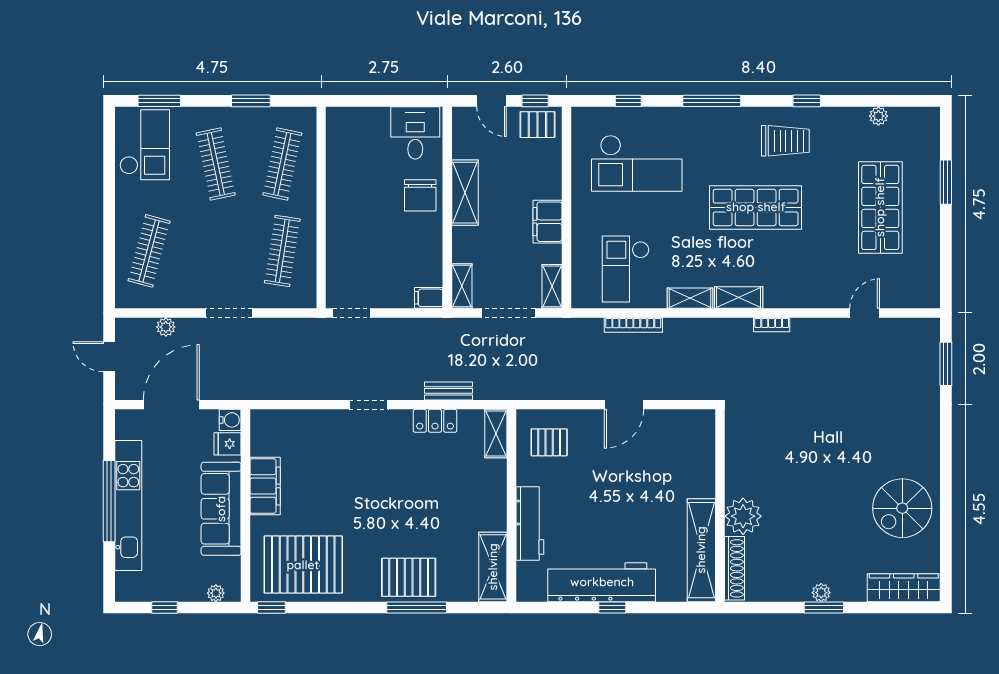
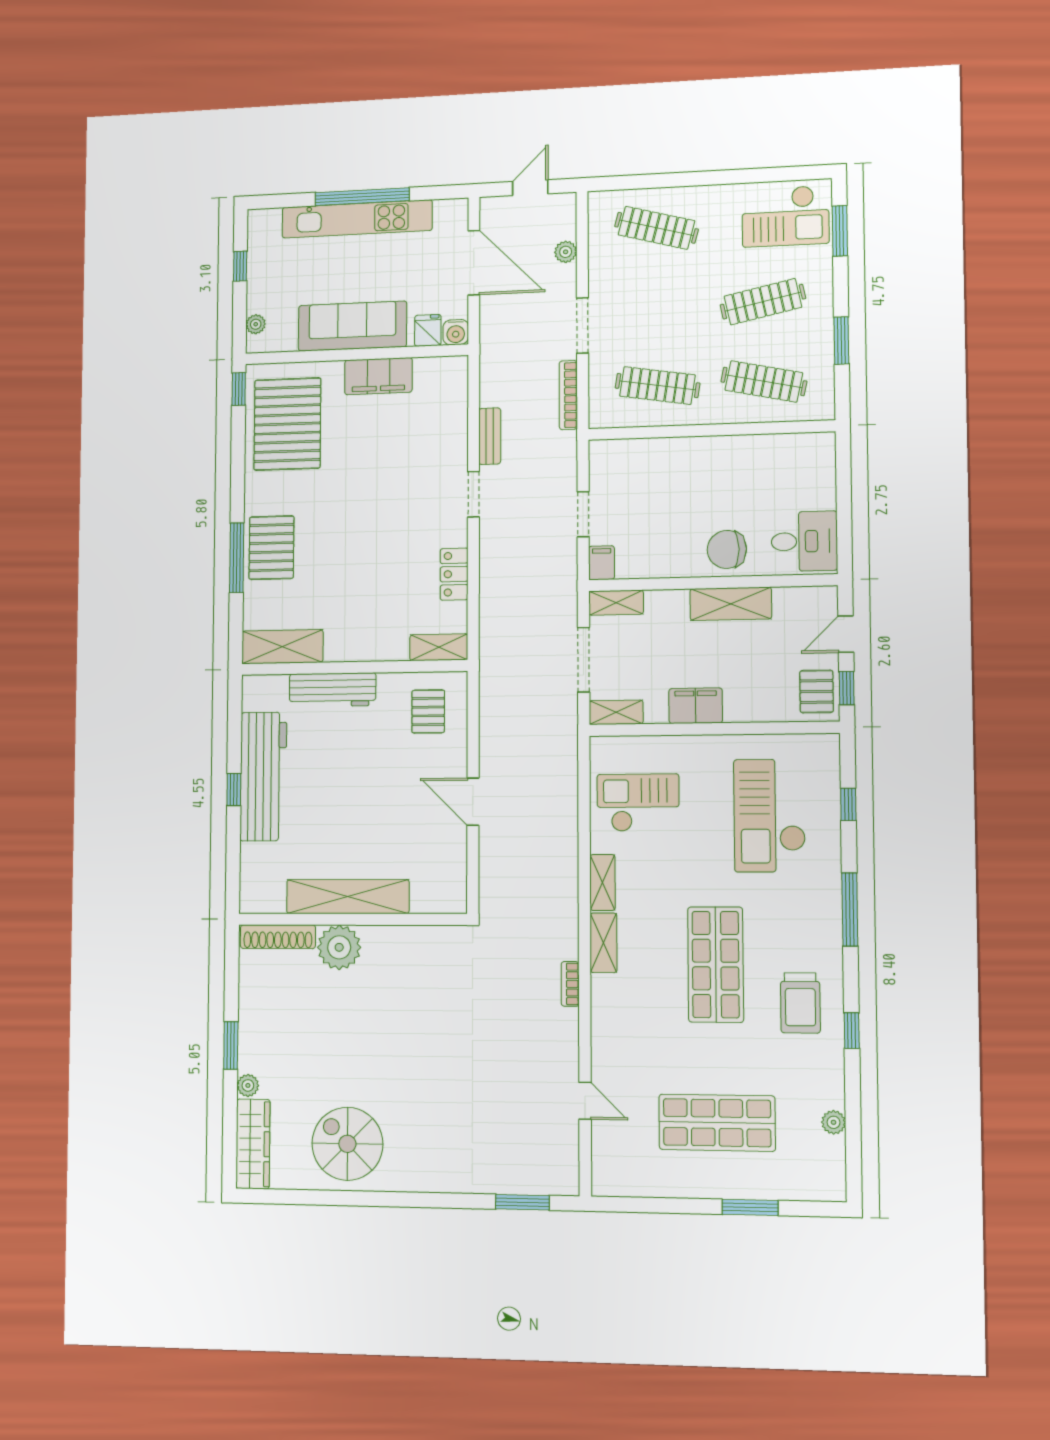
doorway: (351, 313) -> (583, 514), moved
bookcase: (633, 325) -> (568, 395), moved
bench: (449, 391) -> (490, 436), moved
shelving: (701, 550) -> (348, 897), moved
plant: (821, 593) -> (248, 1085), moved

